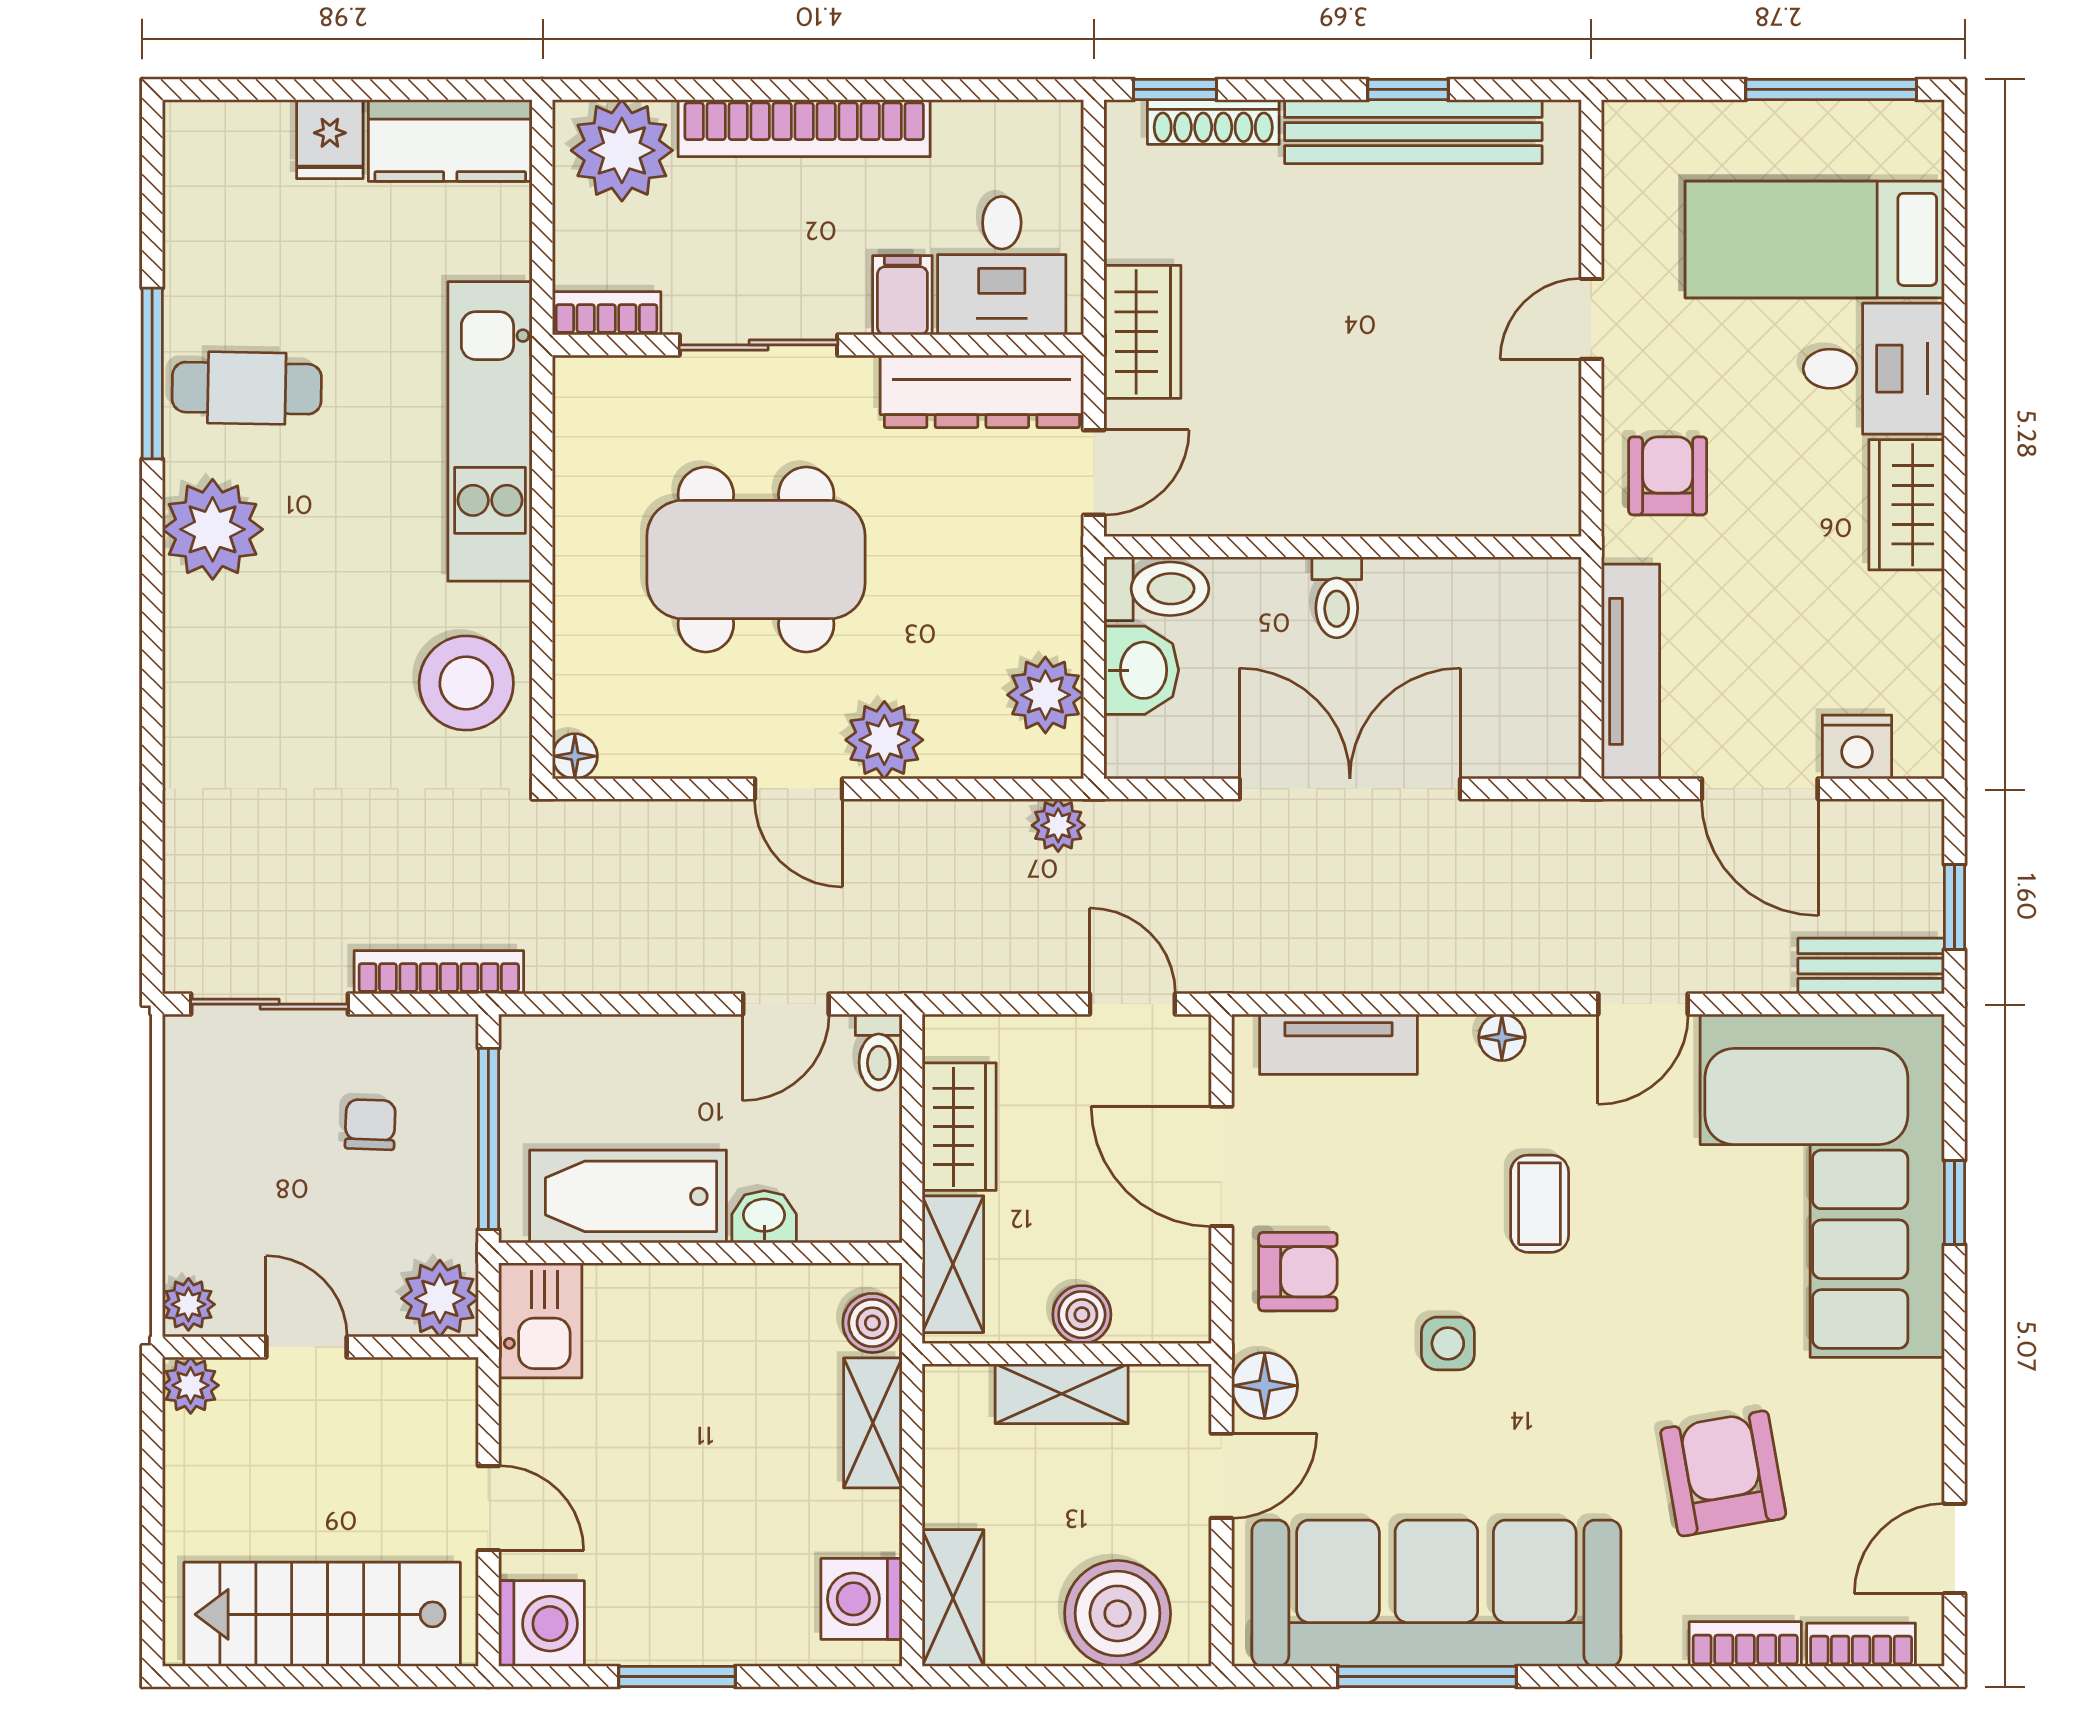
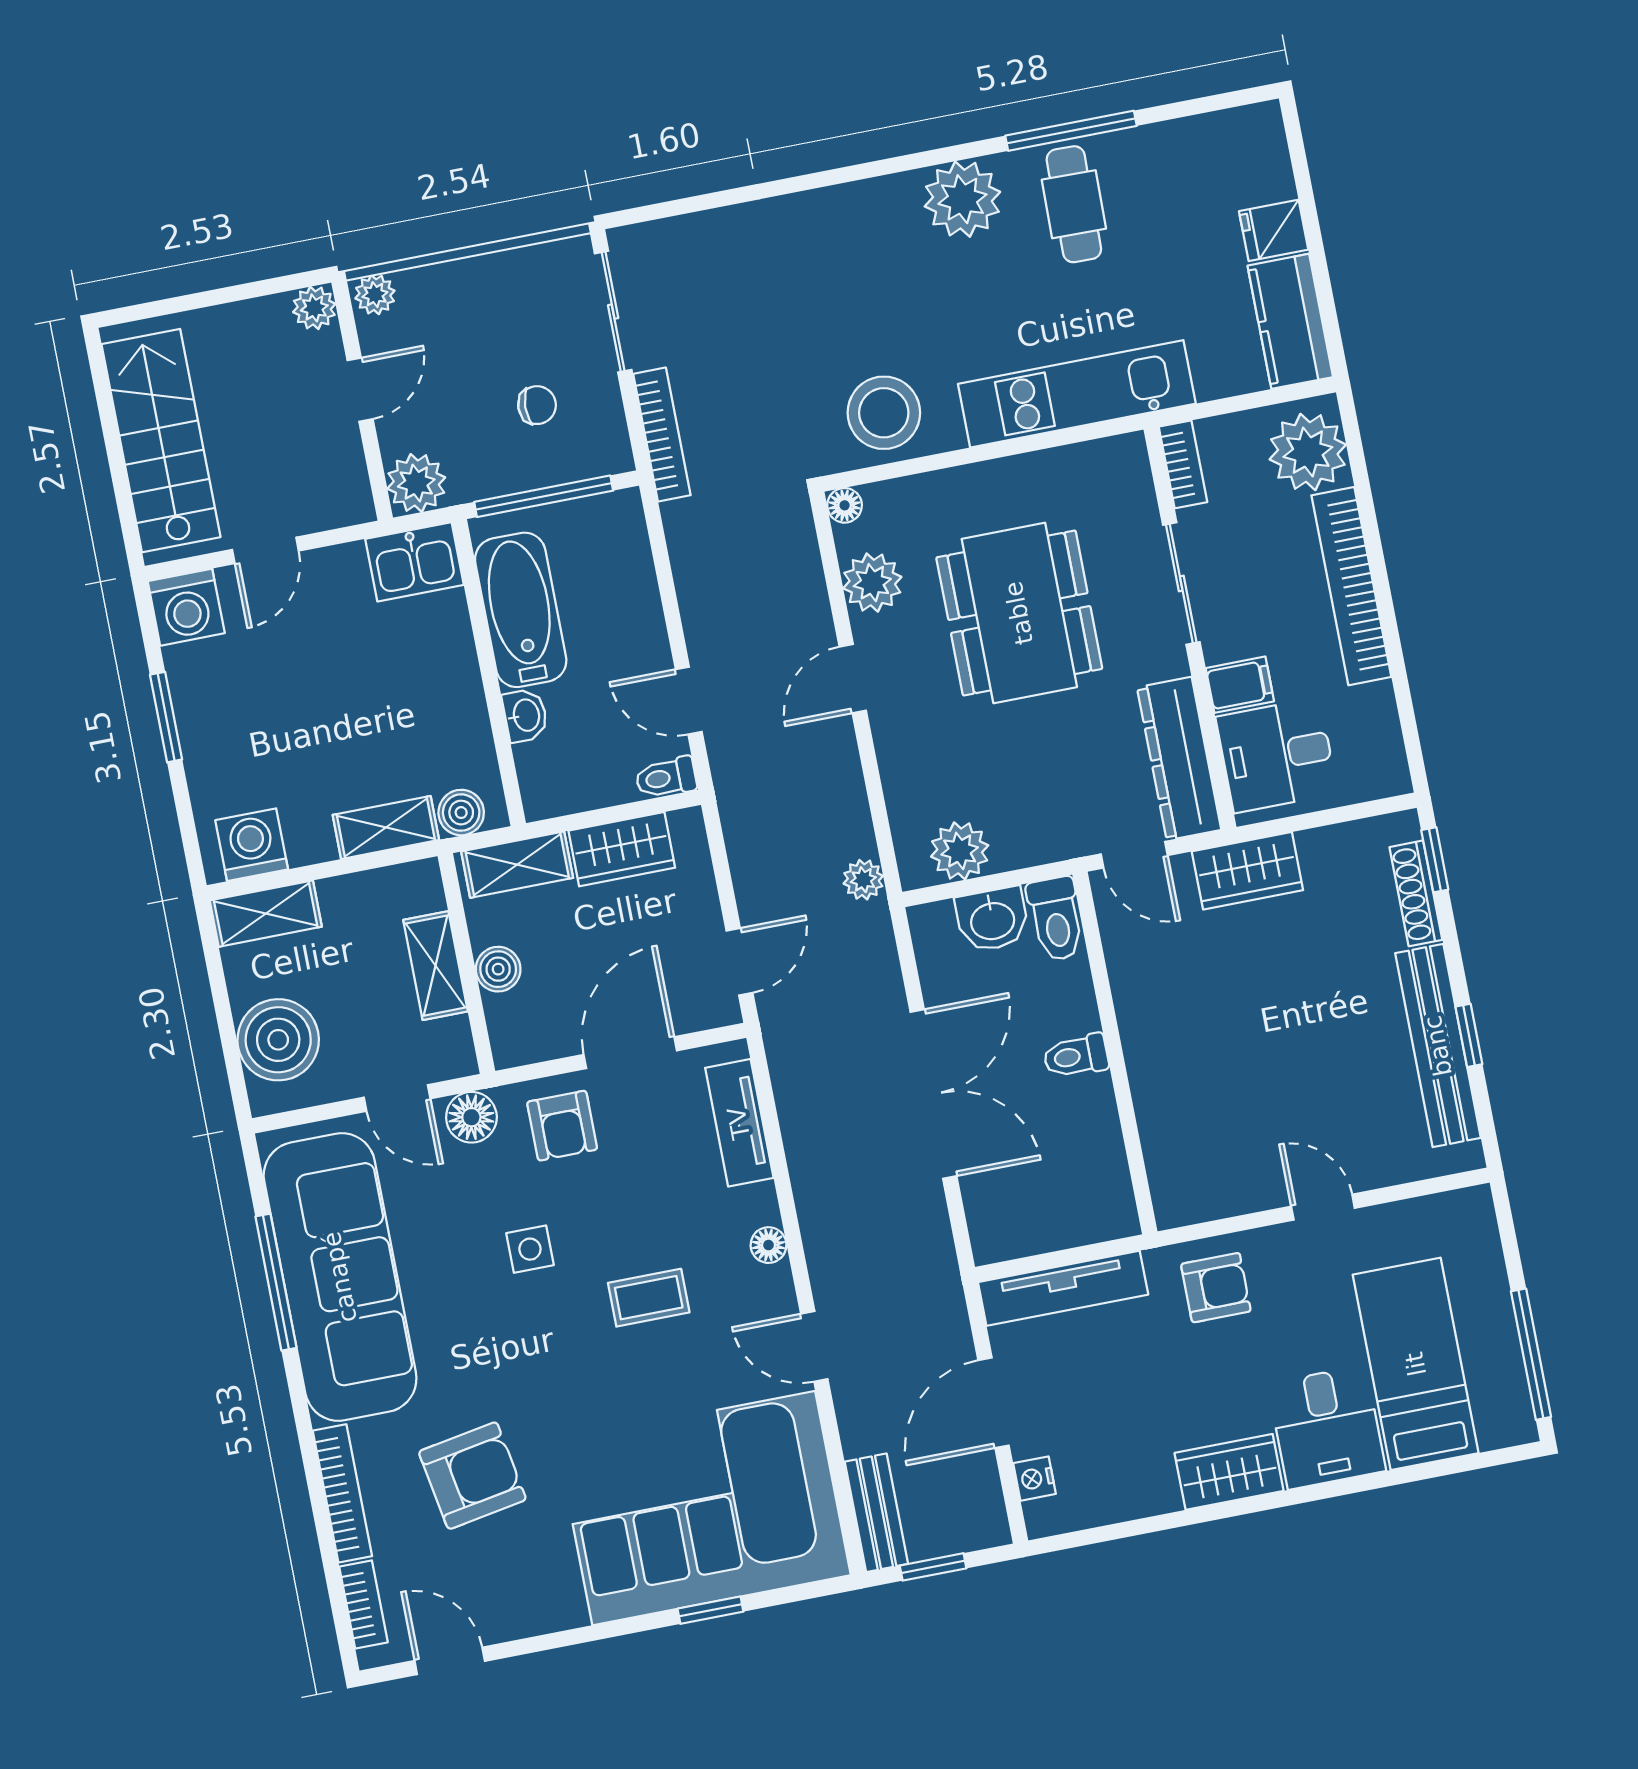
plant: (884, 740) -> (872, 583), moved
nightstand: (1857, 747) -> (1035, 1479), width x0.72, depth x0.74
bookcase: (1745, 1644) -> (342, 1493), width x1.56

